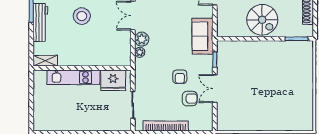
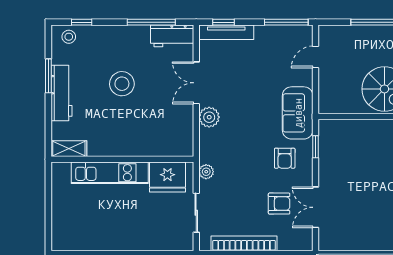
plant: (140, 52) -> (206, 172), moved
armchair: (180, 77) -> (285, 158), moved
double door: (215, 89) -> (315, 207), moved

